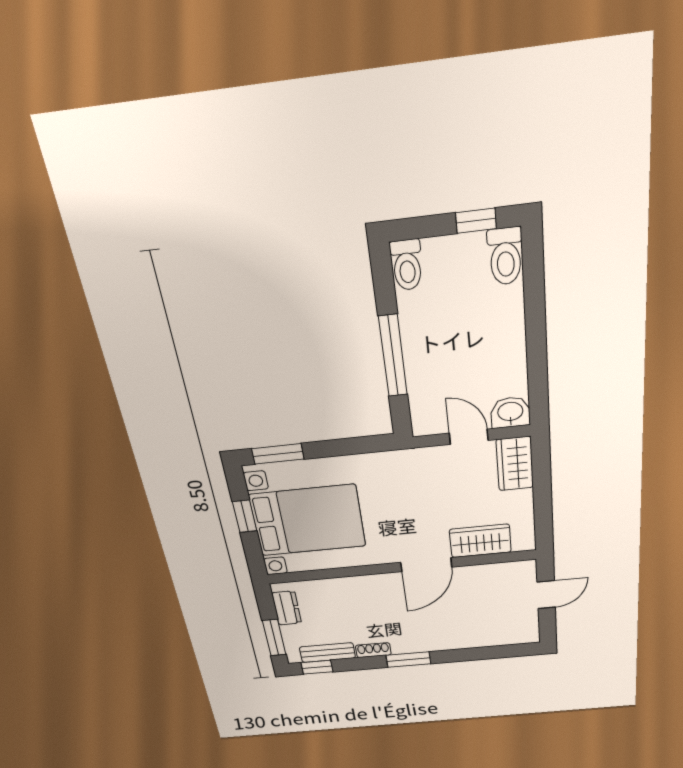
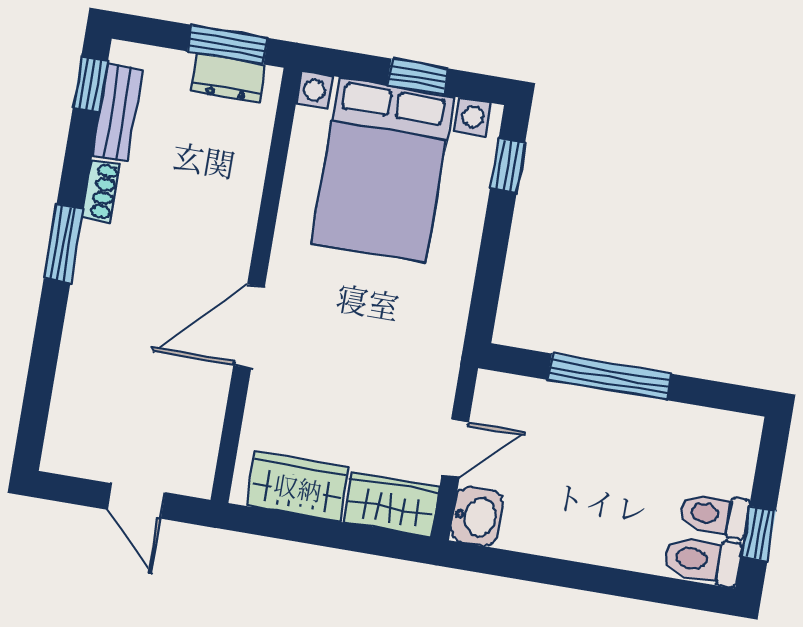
toilet: (407, 265) -> (714, 515), moved
window: (278, 454) -> (508, 166), width x0.67
wardrobe: (480, 541) -> (298, 487), moved, turned -90
door: (426, 565) -> (249, 326), hinge flipped
window: (274, 638) -> (228, 45), moved

